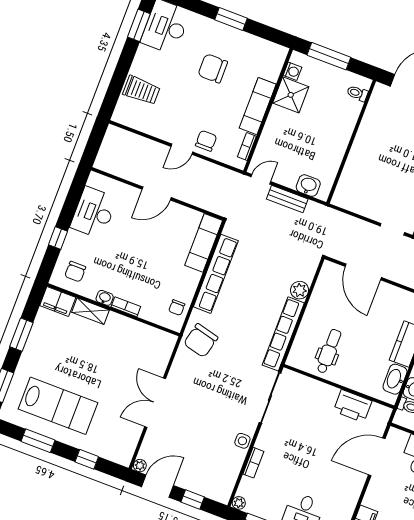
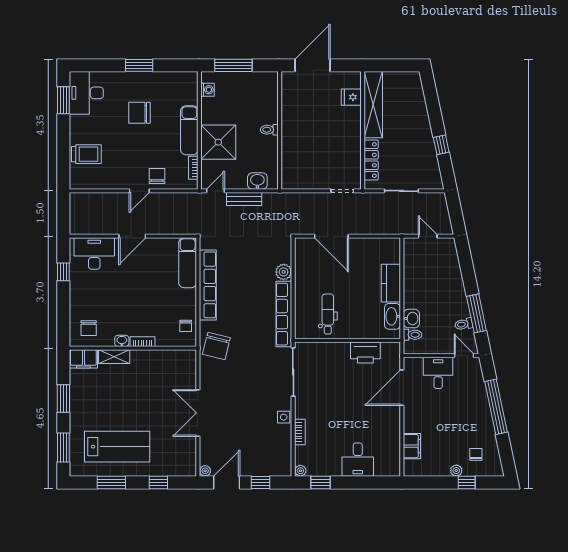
toilet: (357, 93) -> (269, 130), moved
shower: (291, 95) -> (218, 142), moved, width x1.37, depth x1.37
desk: (94, 213) -> (94, 254), moved, turned 90
window: (58, 238) -> (63, 272), moved

